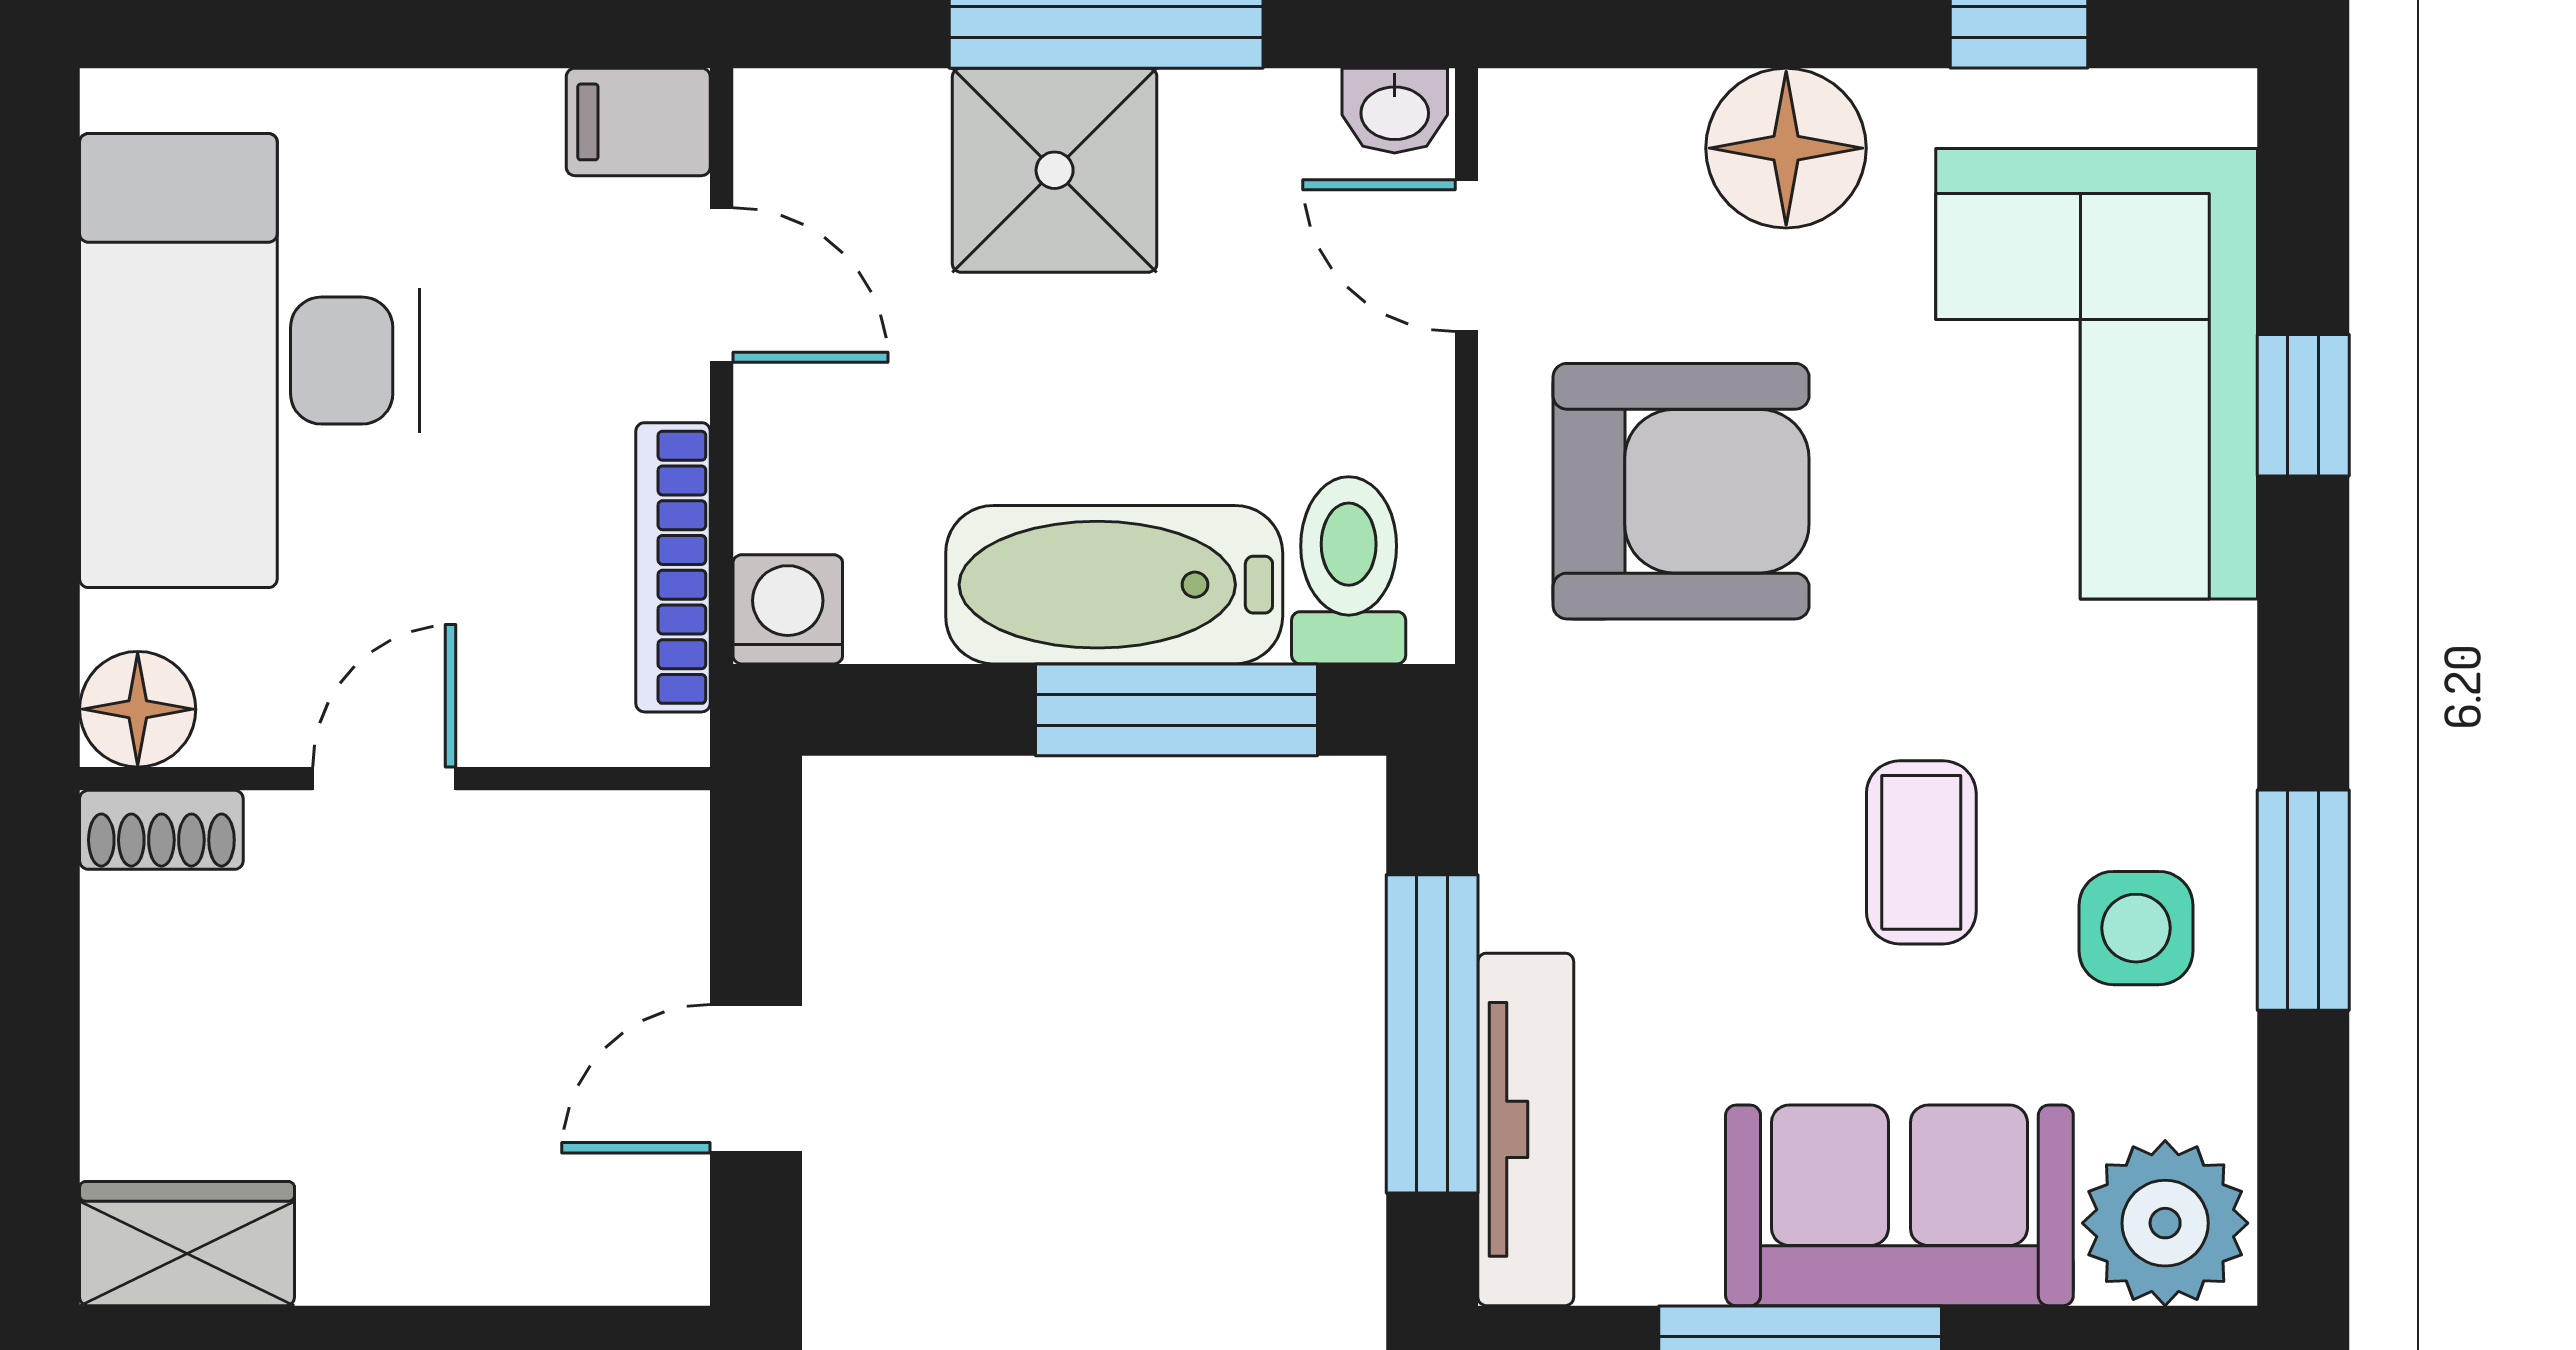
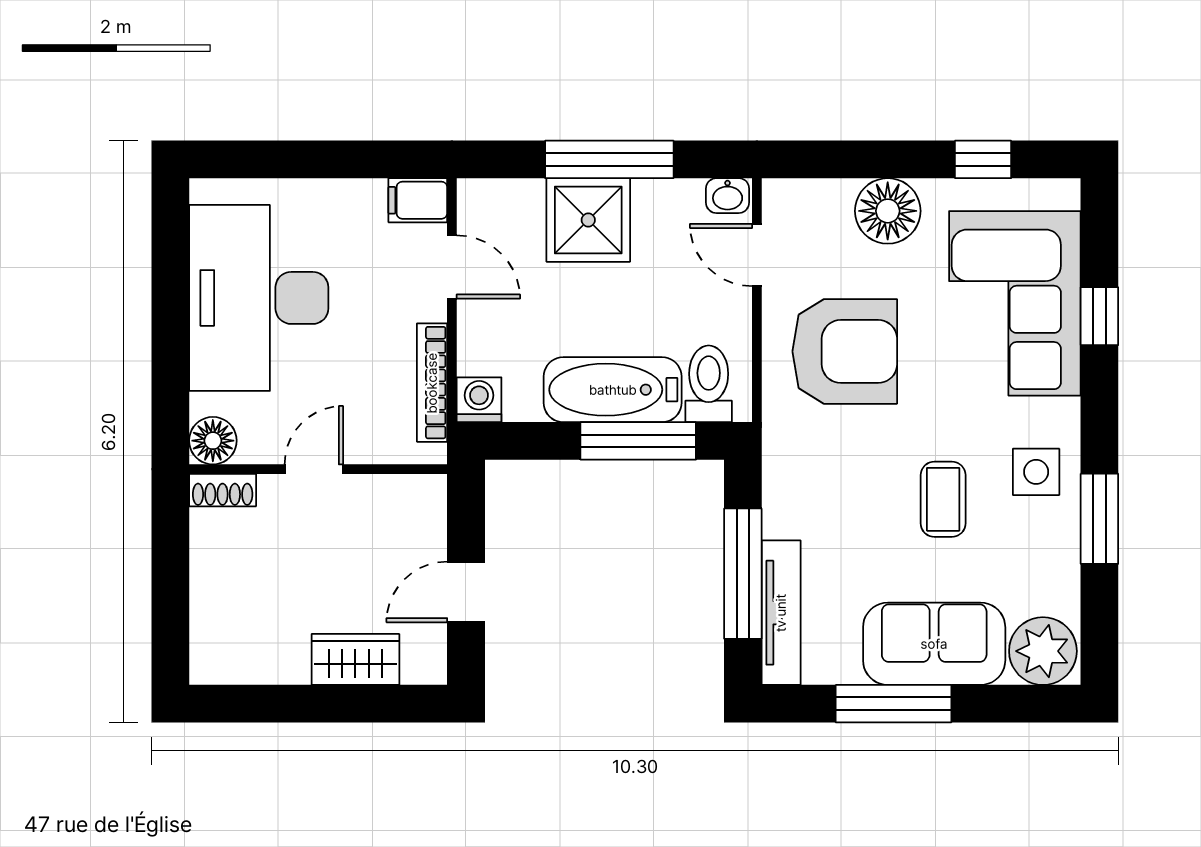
side table: (2136, 928) -> (1036, 472), moved
wardrobe: (187, 1244) -> (355, 659), moved

